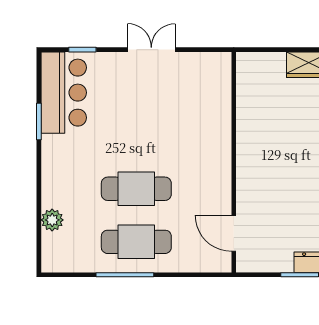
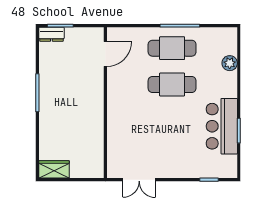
double door: (151, 50) -> (139, 180), moved
bar counter: (64, 93) -> (222, 126), moved
door: (234, 233) -> (105, 54), hinge flipped

